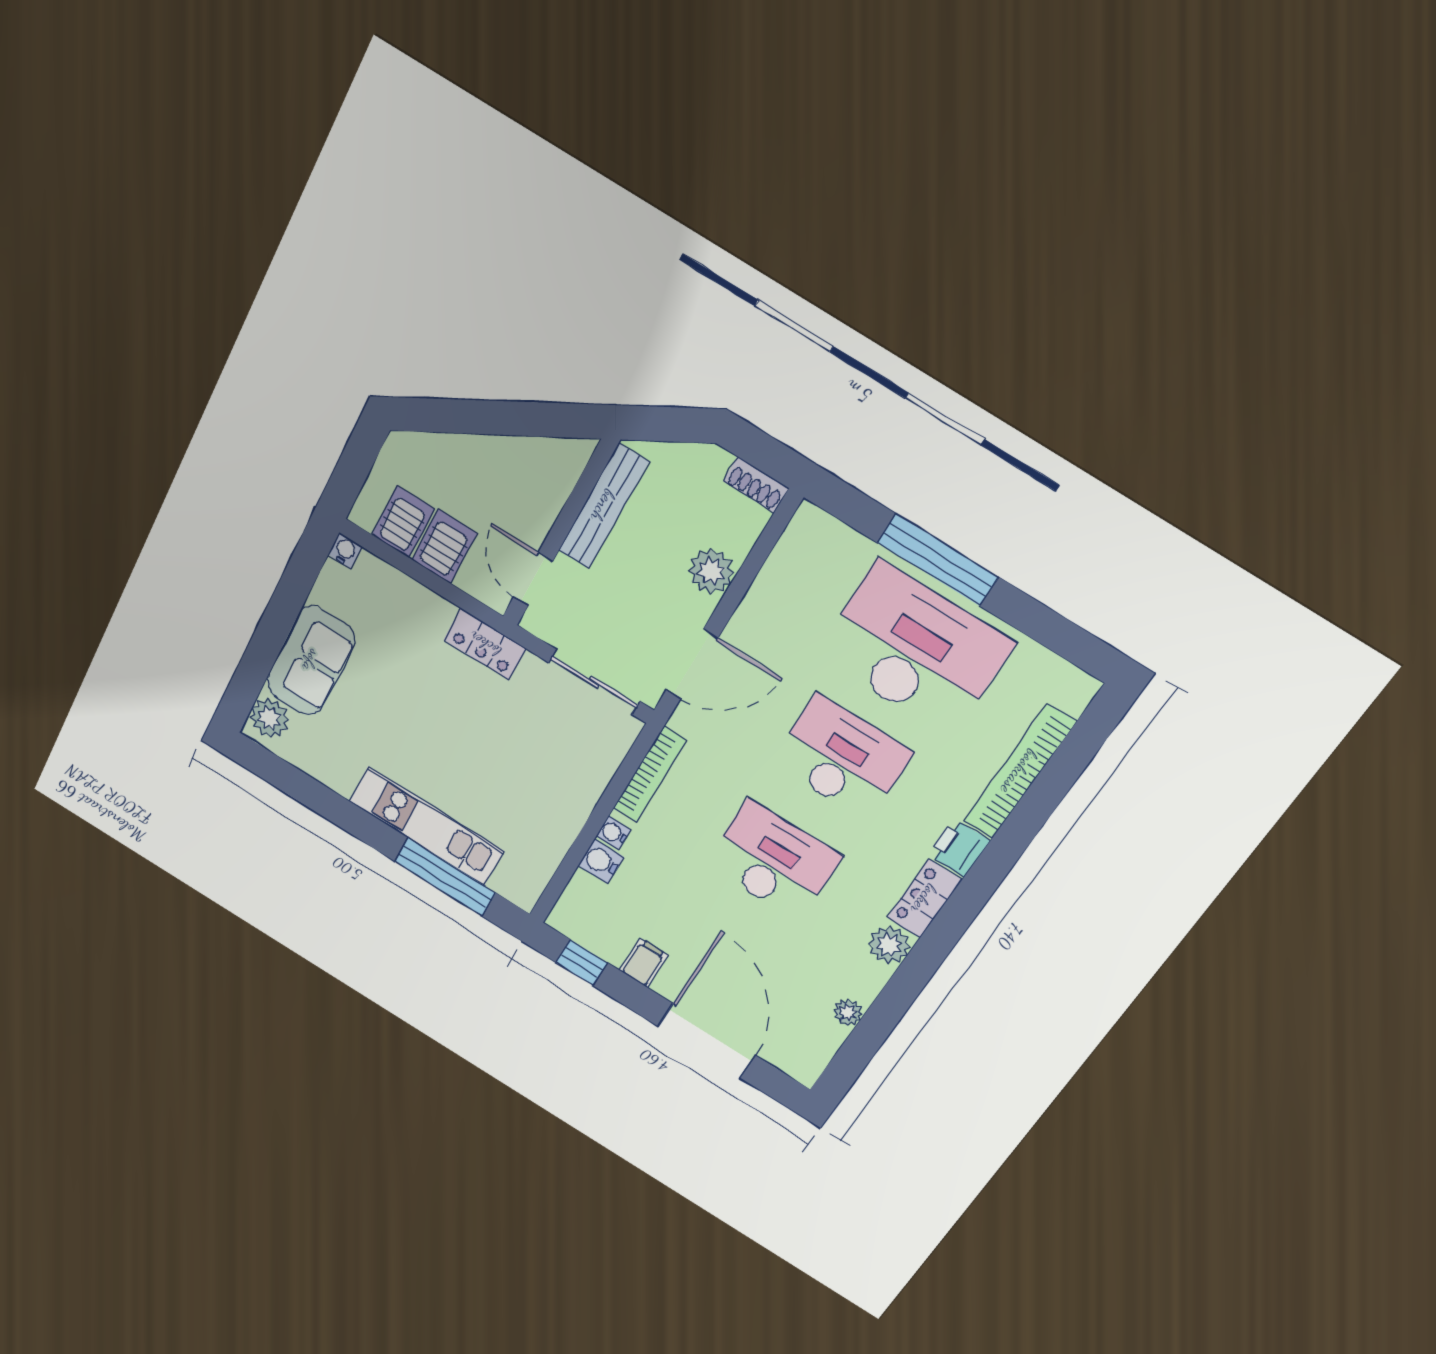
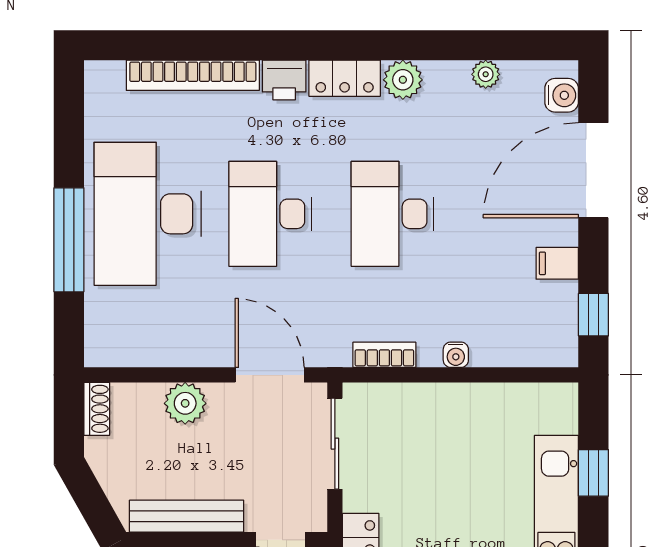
bookcase: (650, 774) -> (384, 355), width x0.64
water cooler: (601, 861) -> (562, 95), moved, turned -90
window: (445, 877) -> (593, 473), width x0.46

